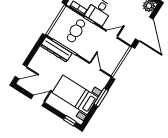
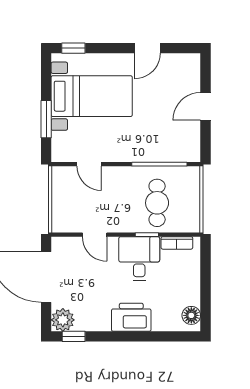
door: (112, 34) -> (95, 235), hinge flipped
dresser: (56, 49) -> (170, 151), removed
door: (21, 71) -> (205, 106), moved

